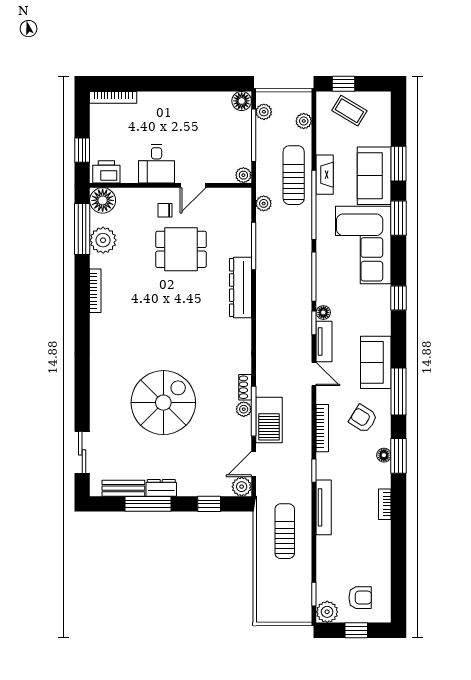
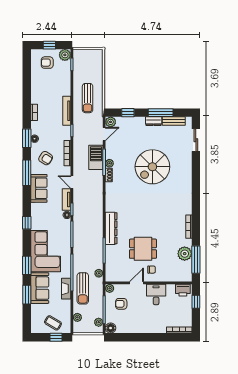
armchair: (222, 146) -> (121, 304), added
floor lamp: (103, 200) -> (185, 275), removed

